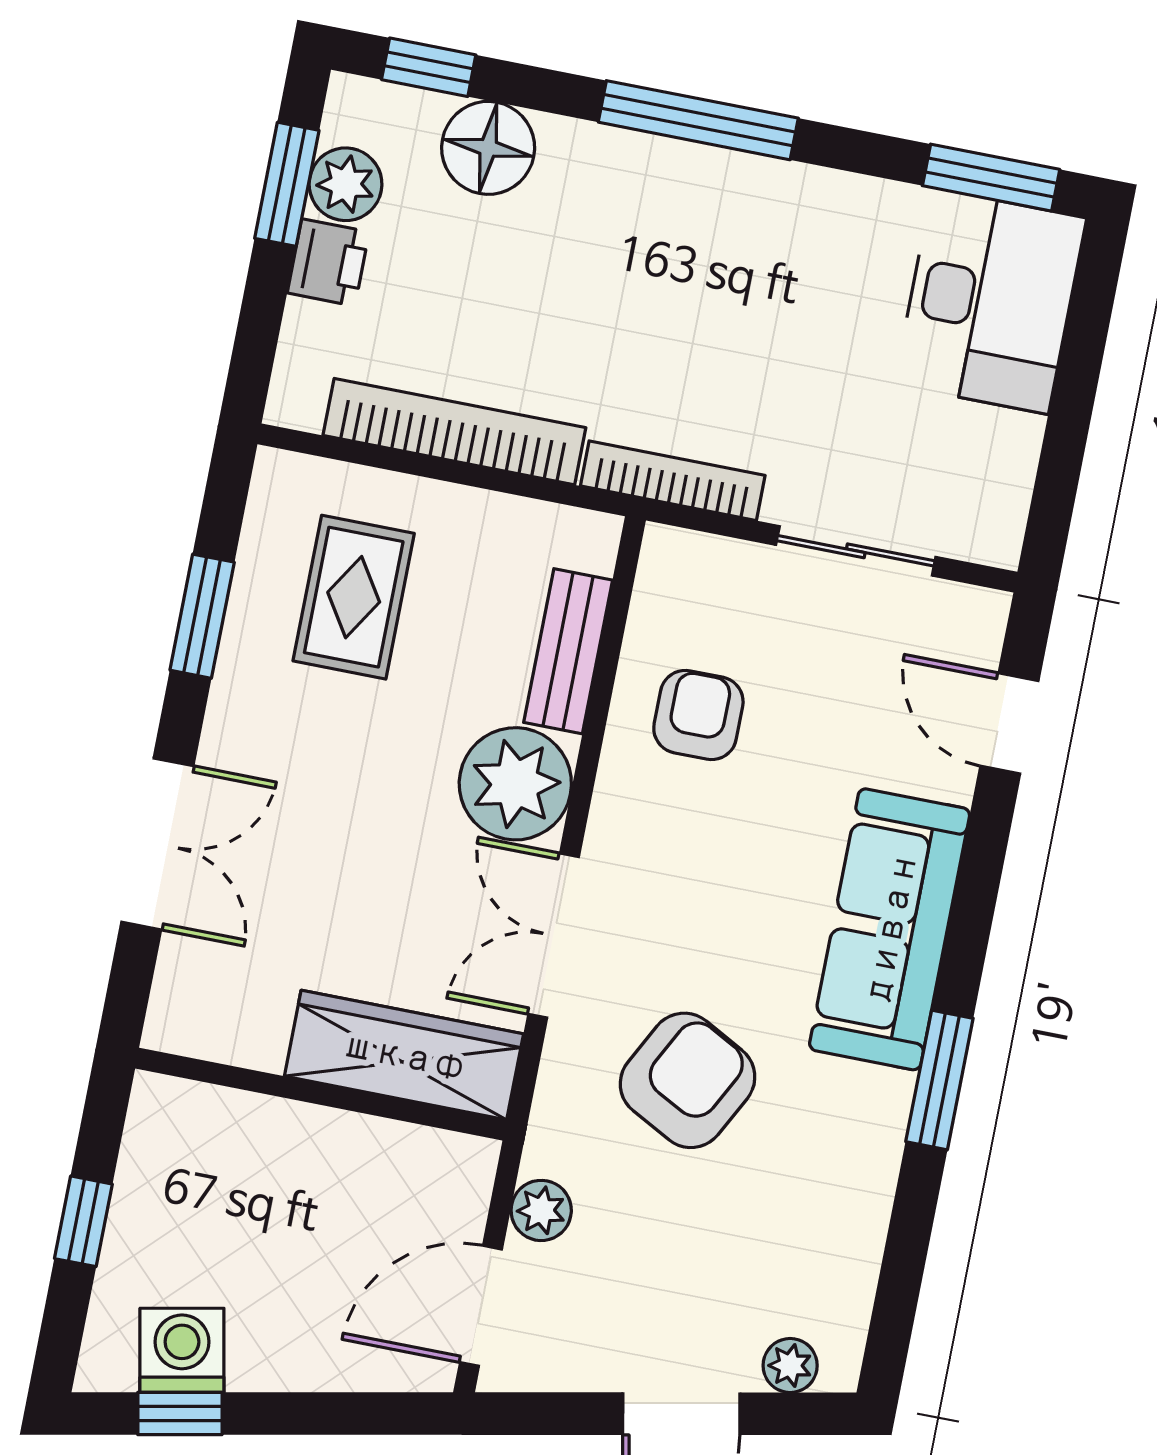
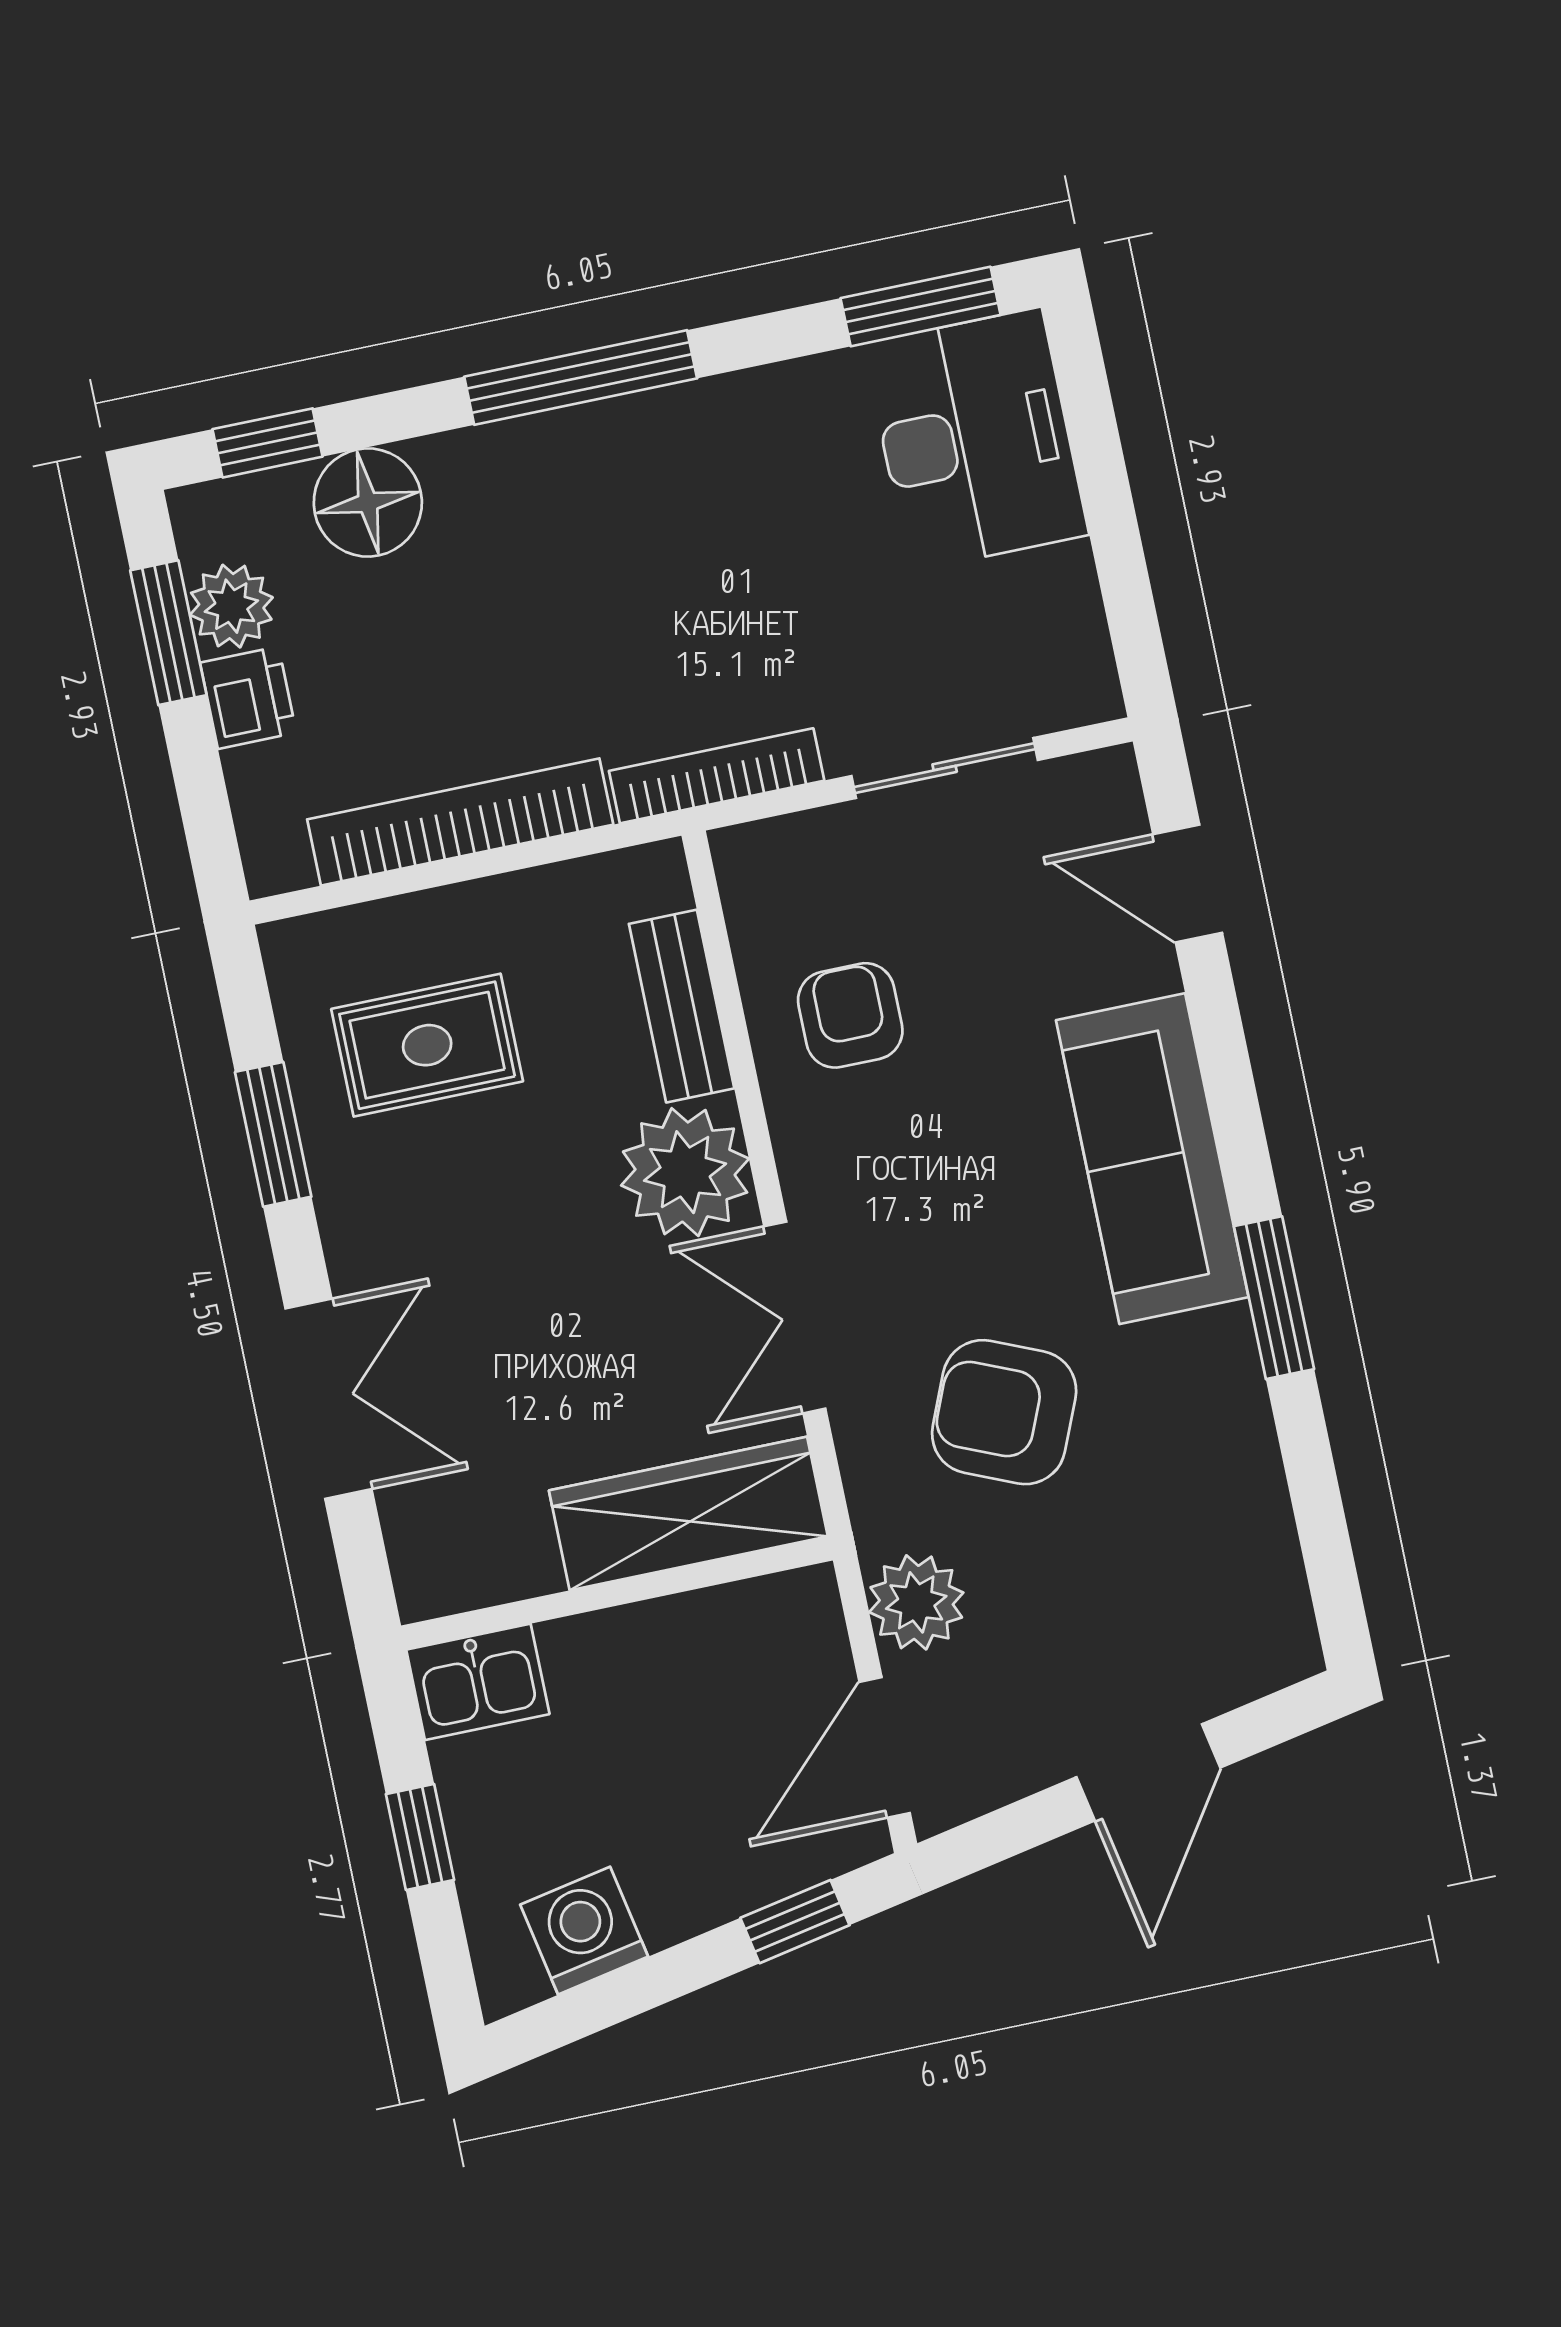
rug: (354, 597) -> (427, 1045), turned 90
armchair: (688, 1080) -> (1004, 1412), turned -95
kitchen sink: (181, 1118) -> (478, 1682), added
plant: (541, 1210) -> (916, 1602), width x1.38, depth x1.38
plant: (790, 1365) -> (1243, 1671), removed
window: (180, 1413) -> (795, 1922), moved

